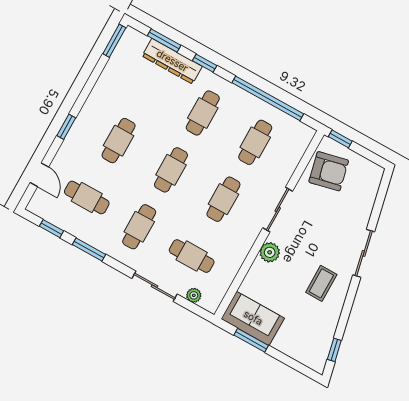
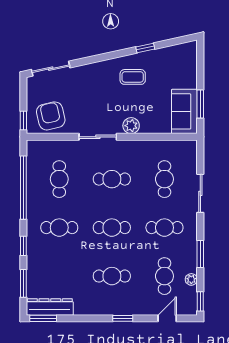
dresser: (172, 61) -> (50, 307), moved, turned -90
cafe table: (255, 142) -> (59, 179), turned 90
window: (51, 229) -> (200, 301), moved
sliding door: (364, 253) -> (51, 69), moved
plant: (194, 295) -> (191, 279), moved
window: (334, 350) -> (145, 48), moved

